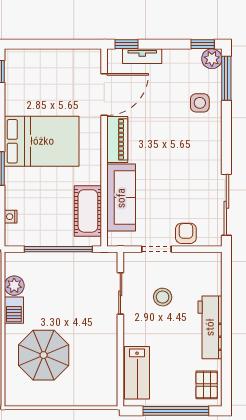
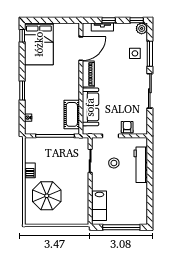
window: (127, 44) -> (109, 20), moved
window: (226, 78) -> (150, 54), moved
bed: (42, 141) -> (39, 44), moved, turned 90
sliding door: (226, 205) -> (150, 91), moved
plant: (14, 286) -> (30, 157), removed
workbench: (210, 327) -> (141, 165), moved
pallet: (207, 385) -> (139, 213), removed

